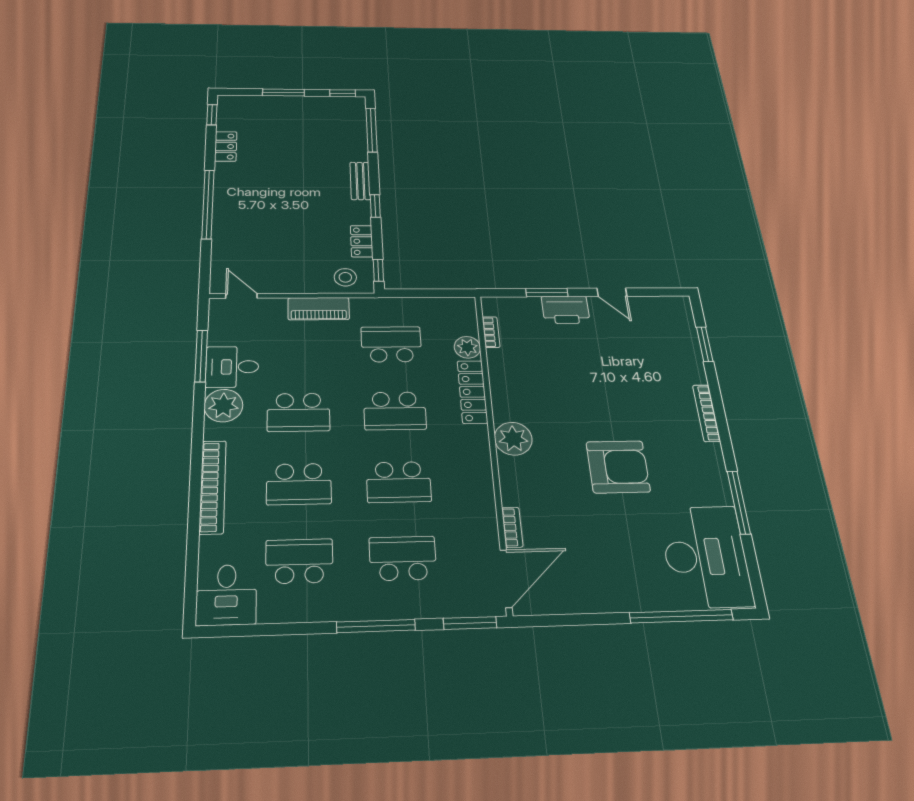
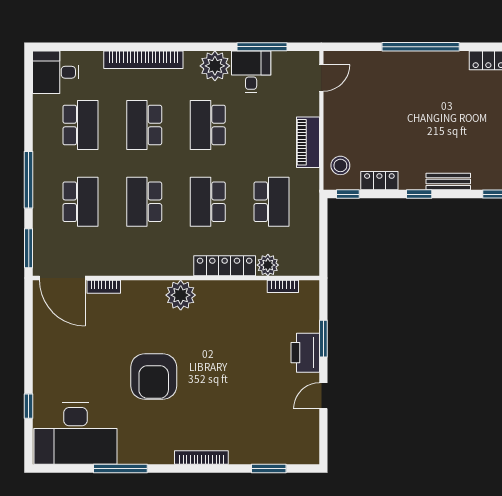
window: (681, 616) -> (29, 406), width x0.32

